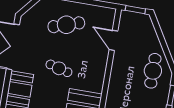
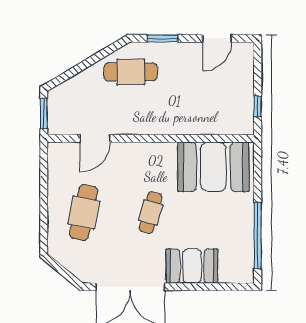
cafe table: (66, 25) -> (84, 213), turned 30

